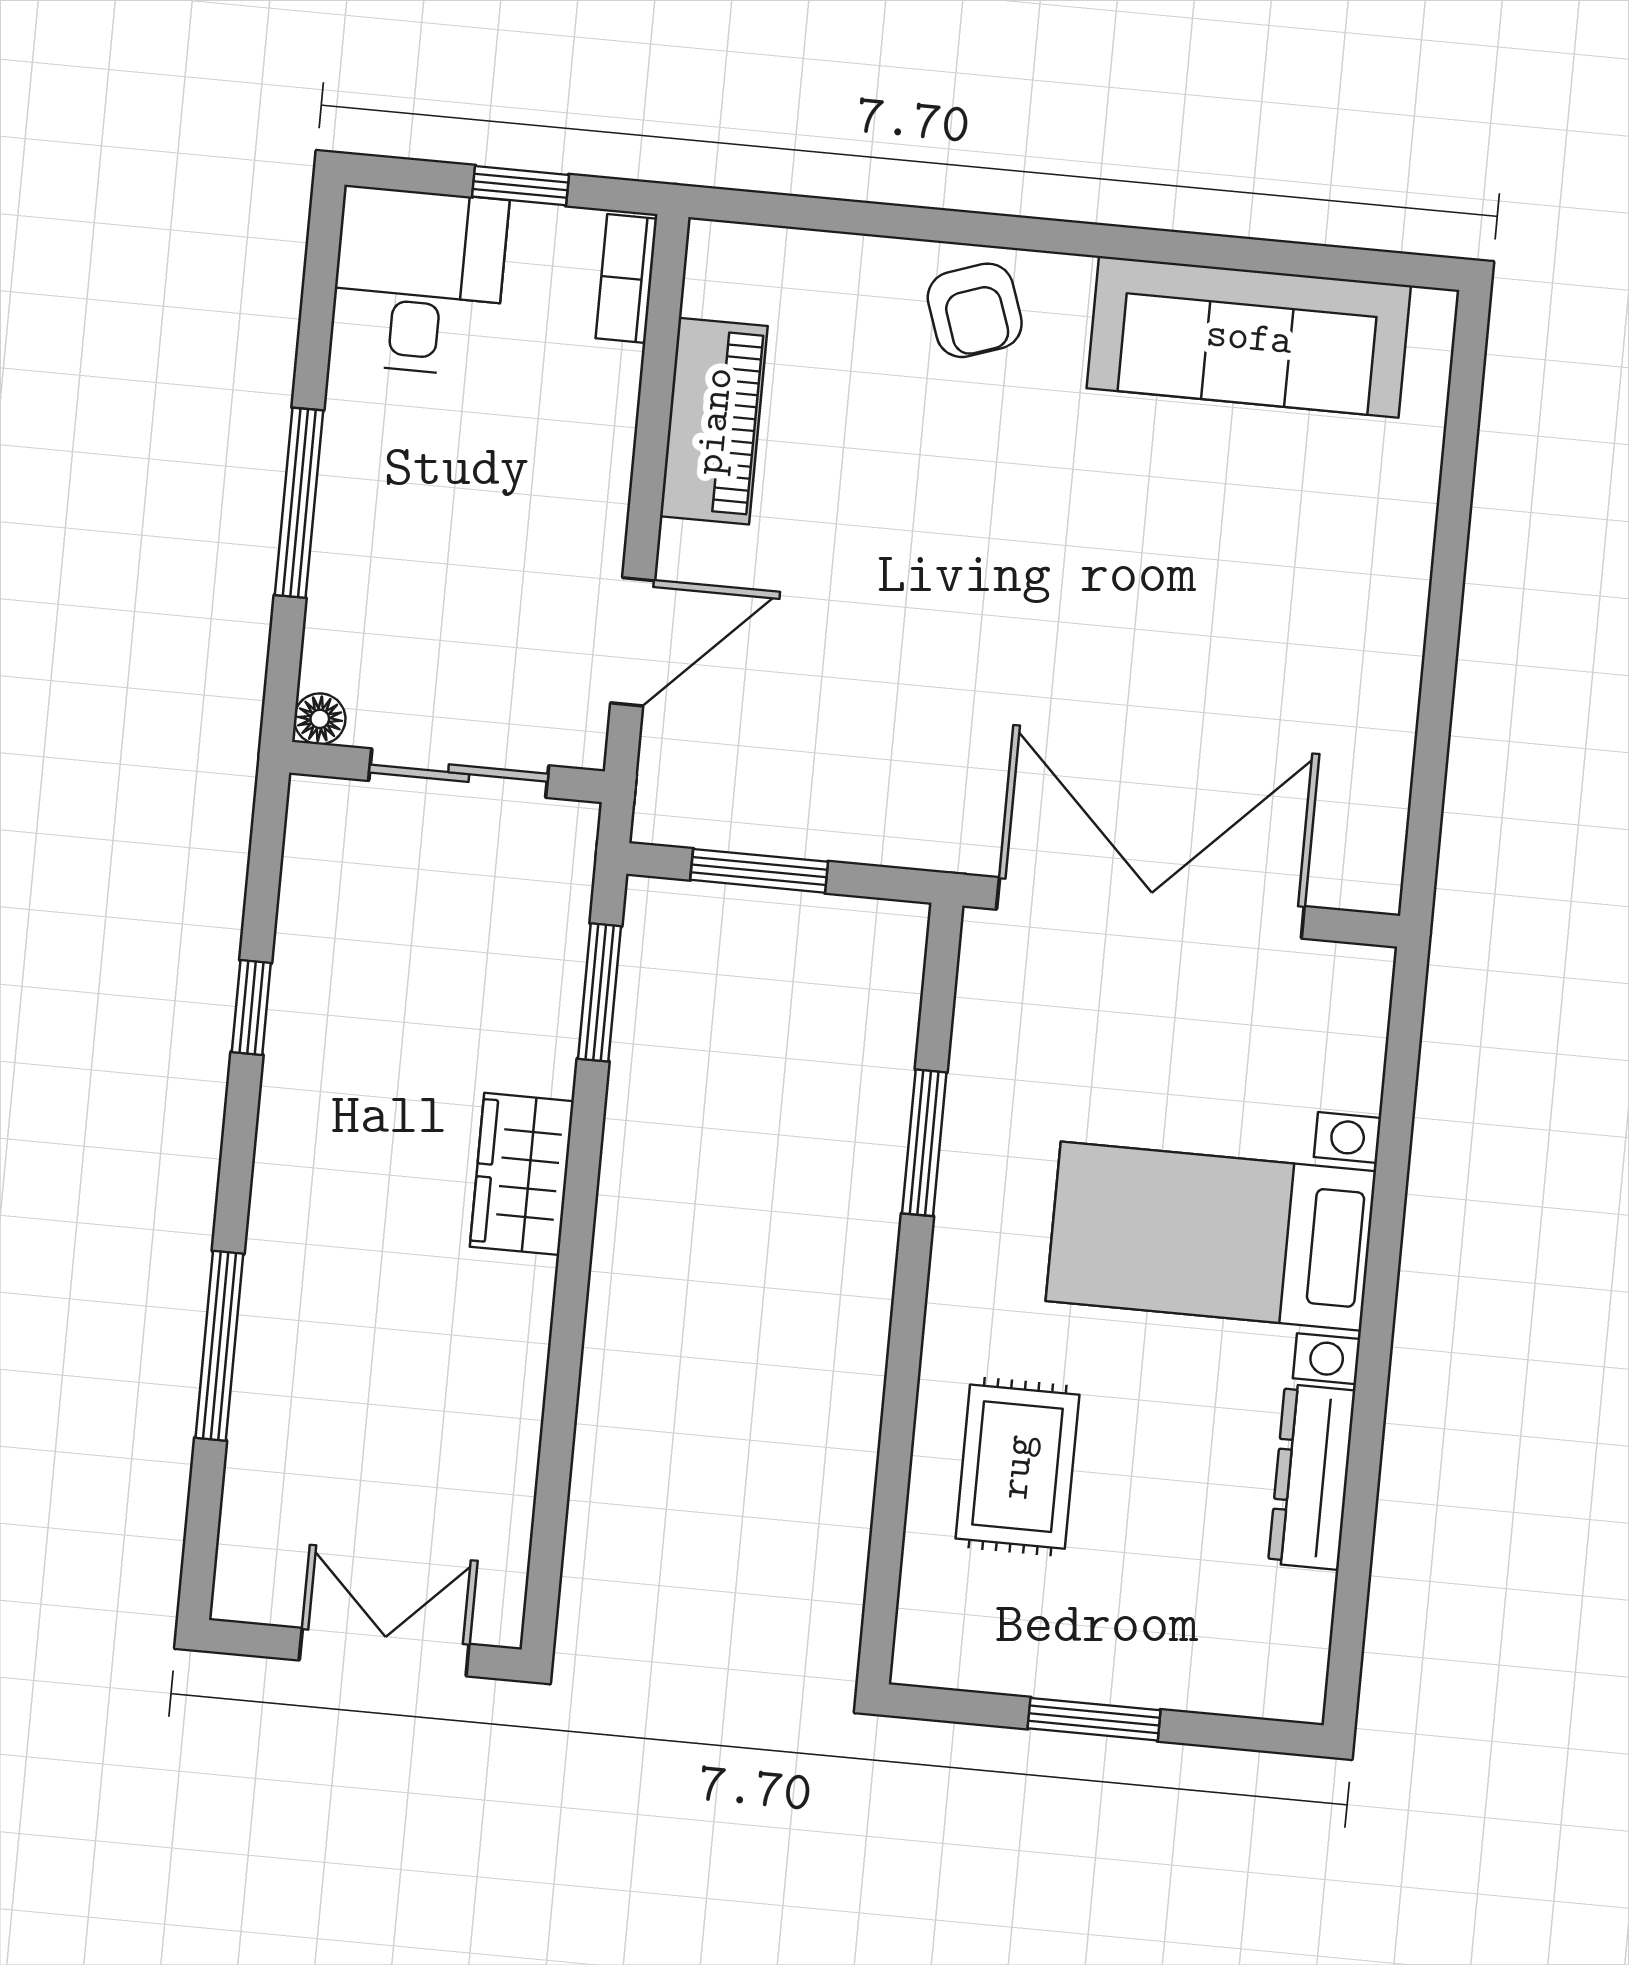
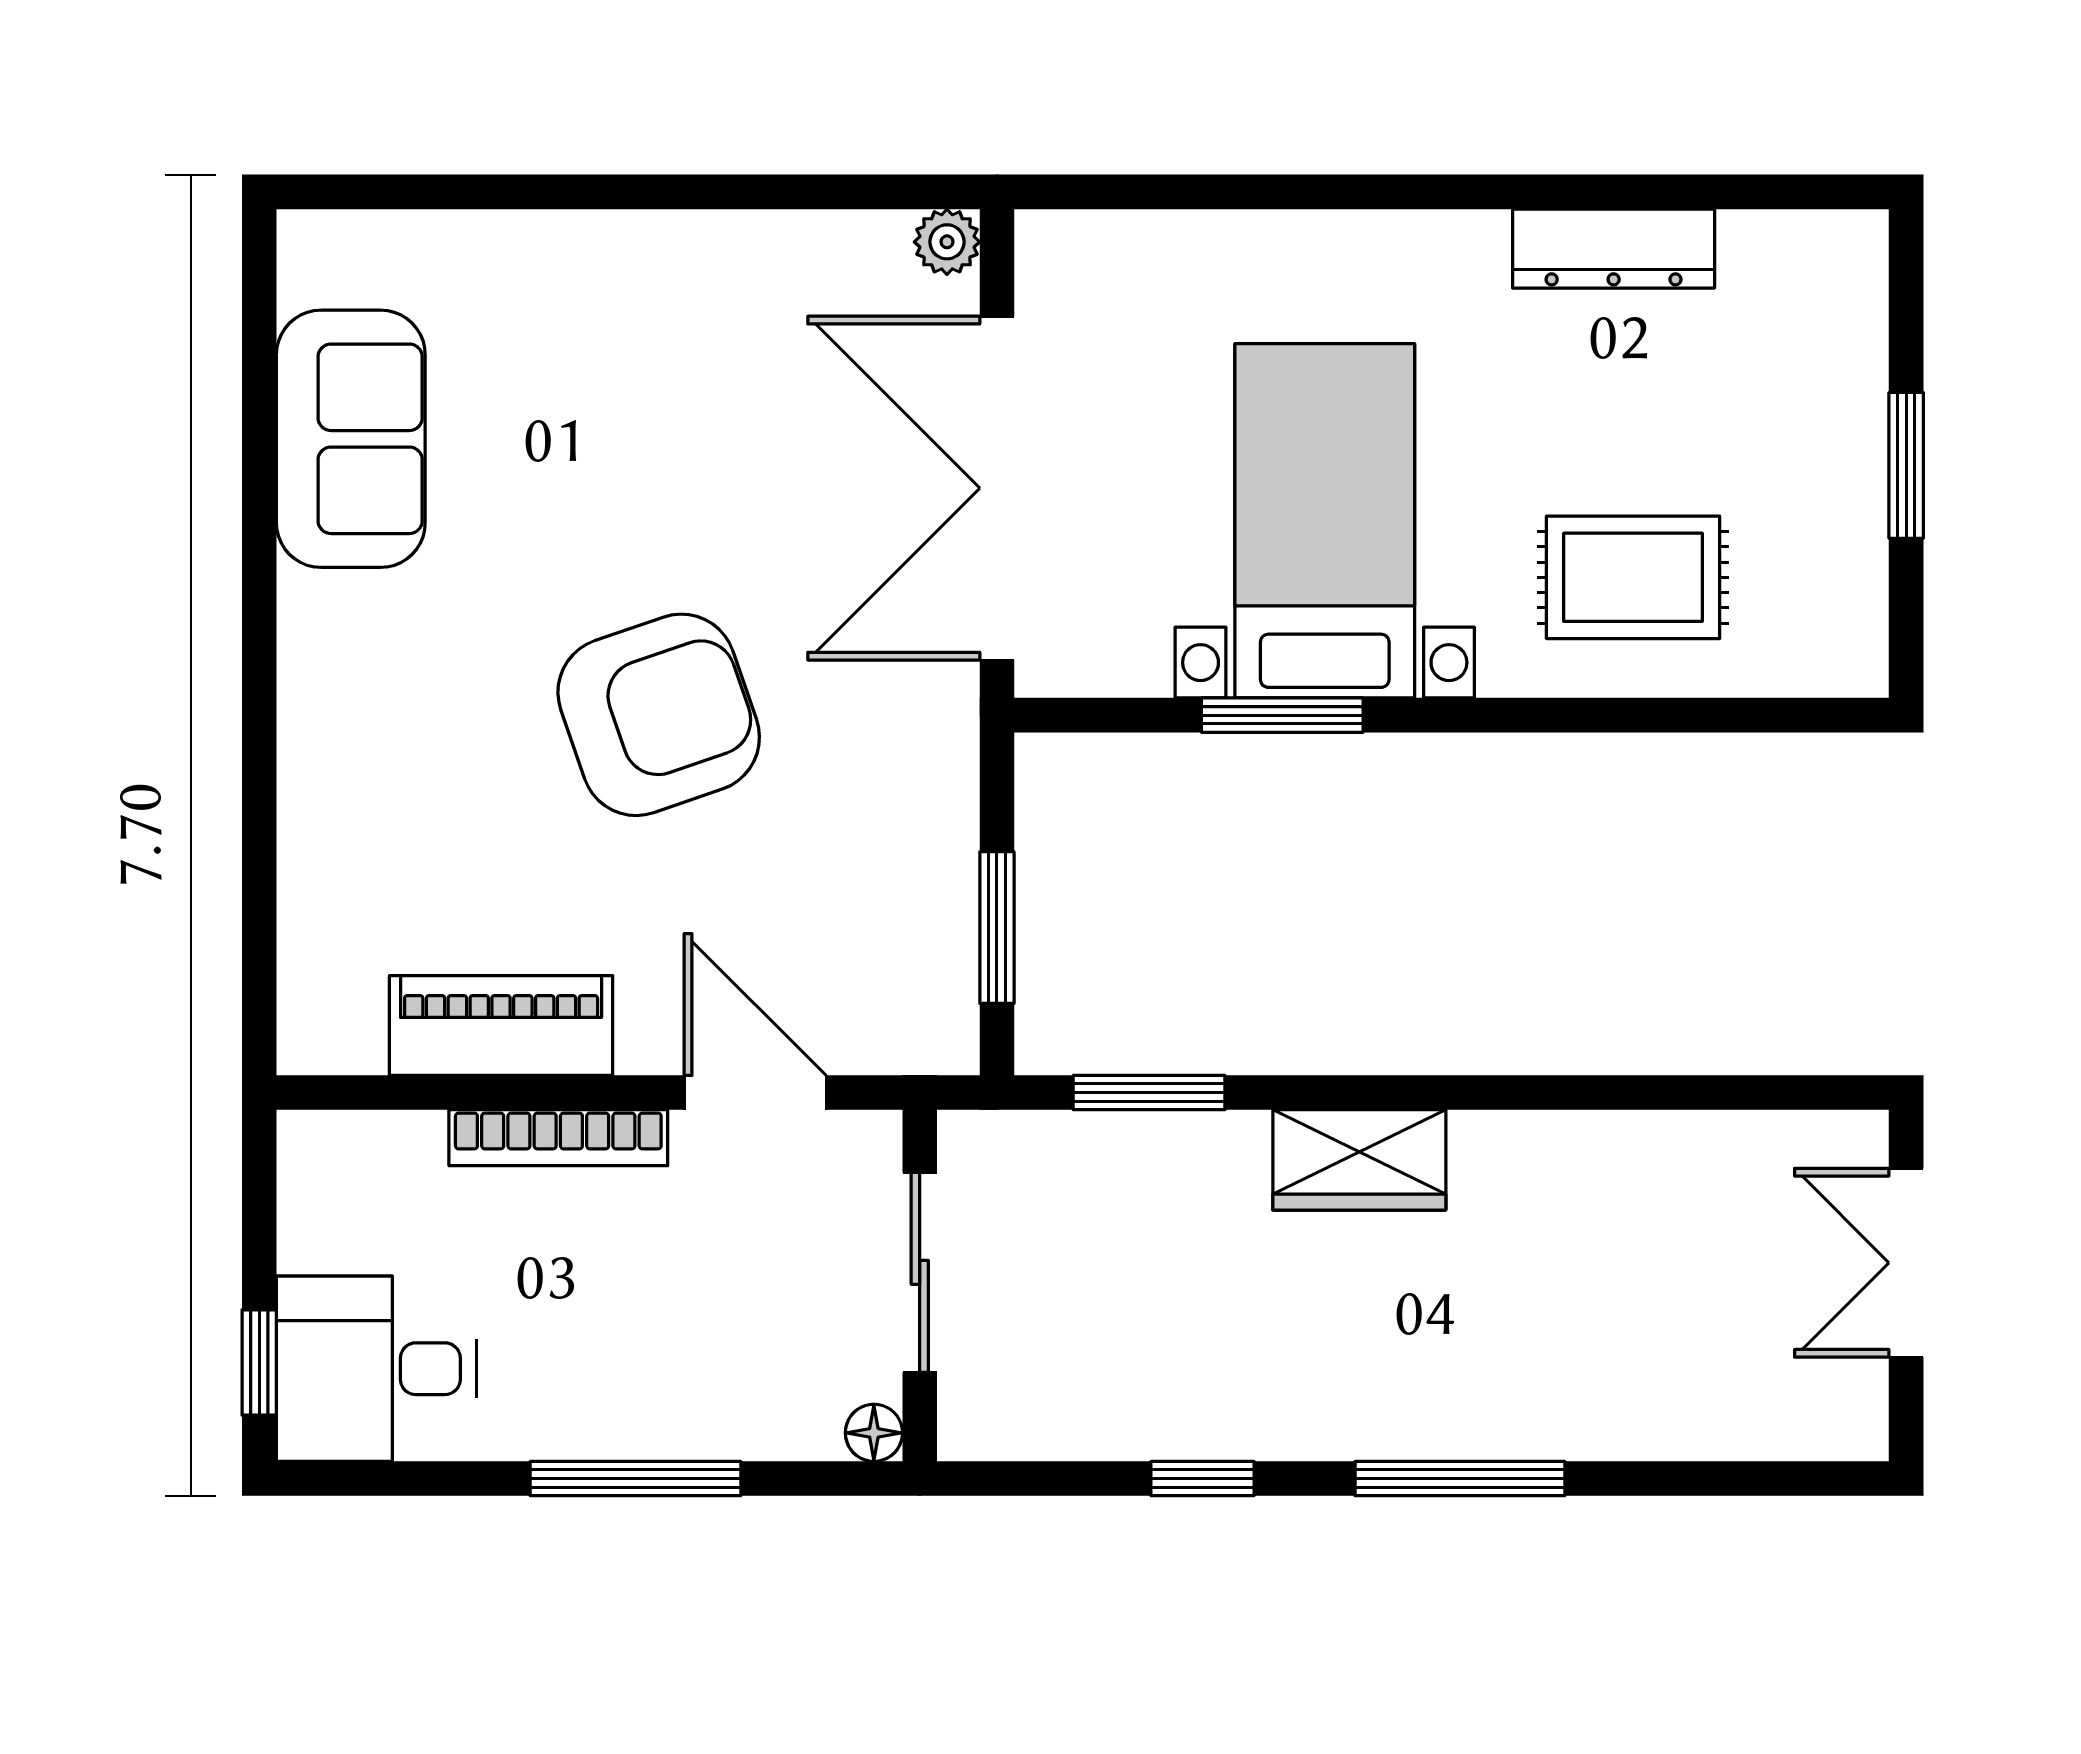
window: (520, 186) -> (259, 1362), moved
bookcase: (626, 278) -> (558, 1138), moved, width x1.56
armchair: (975, 310) -> (659, 715), moved, width x1.88, depth x1.88
sofa: (1249, 337) -> (351, 439), width x0.73
plant: (1374, 884) -> (947, 242), added
bed with nightstands: (1211, 1236) -> (1325, 521), moved, turned 180
window: (219, 1346) -> (1460, 1479), moved

